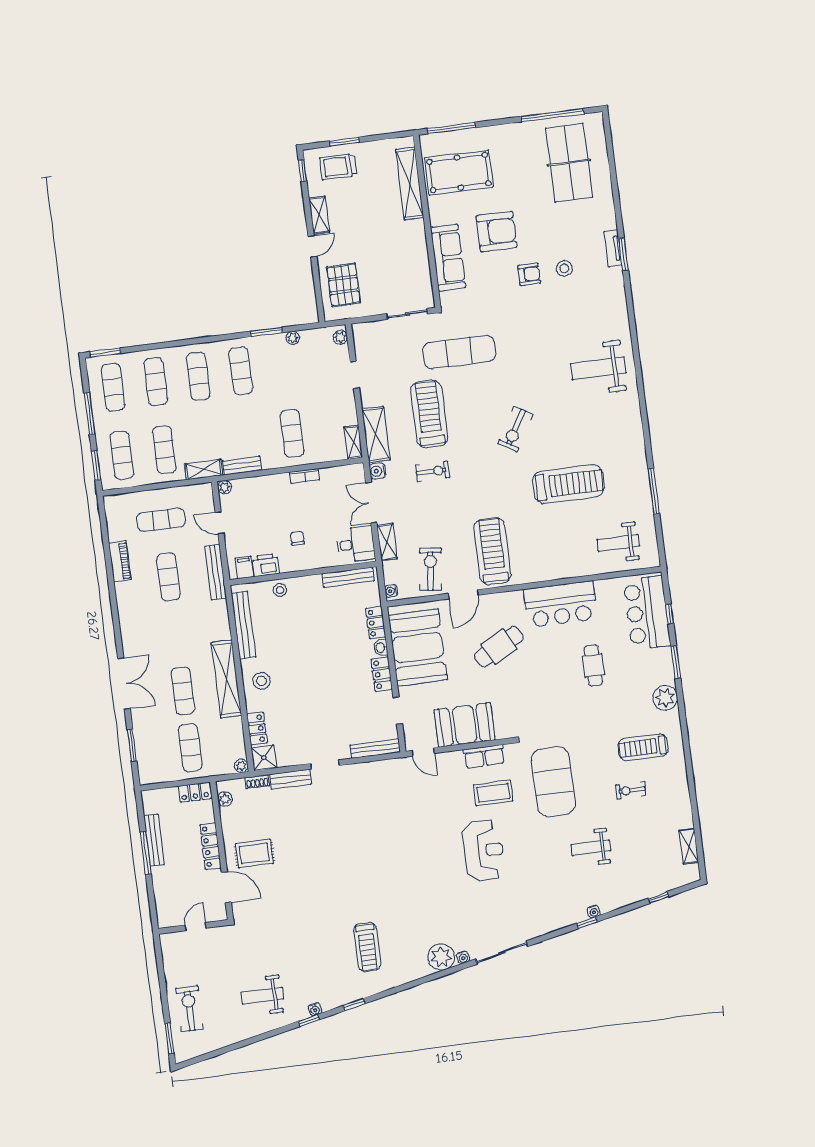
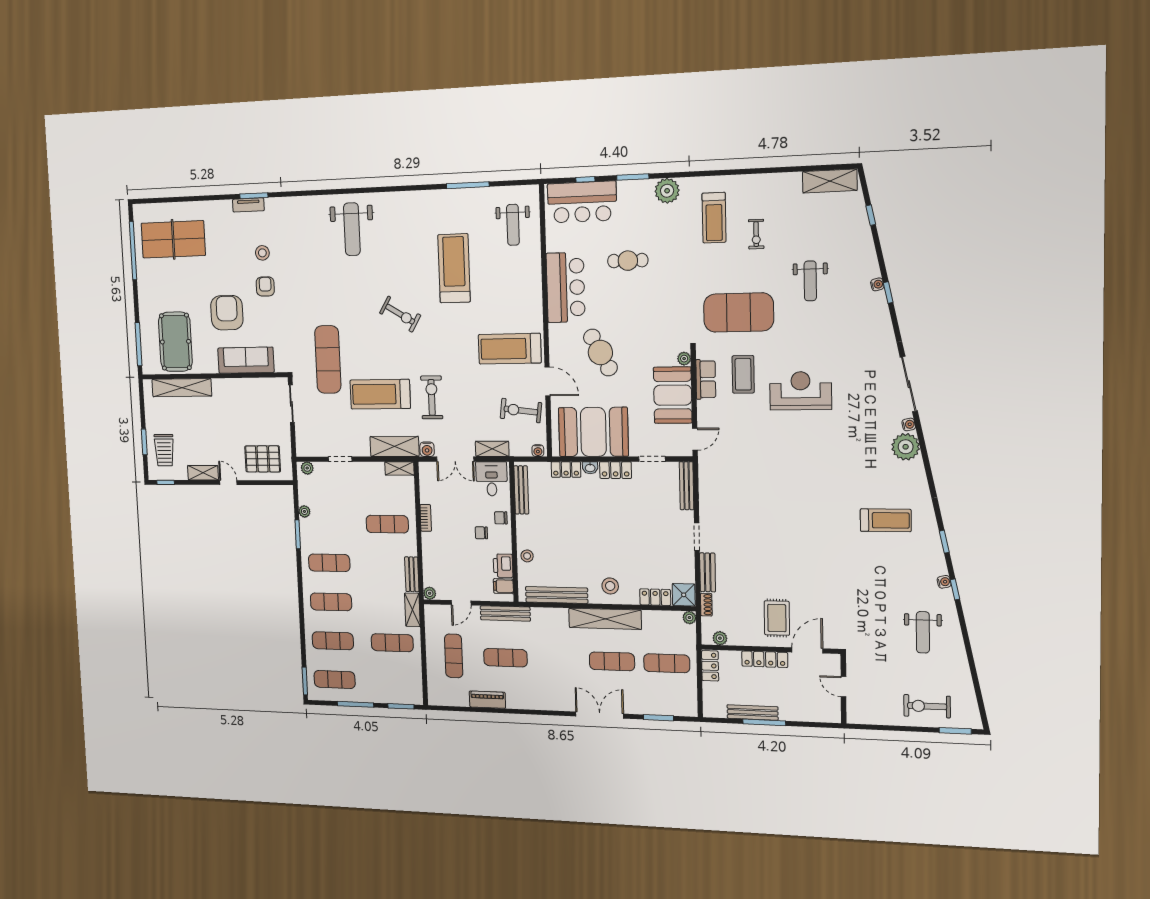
exercise mat: (122, 455) -> (394, 682), removed
exercise bike: (433, 471) -> (432, 397), width x1.38, depth x1.39
chair: (316, 558) -> (501, 518), added
plant: (502, 732) -> (684, 359), added
shelving: (689, 846) -> (830, 181), width x1.50, depth x1.33

